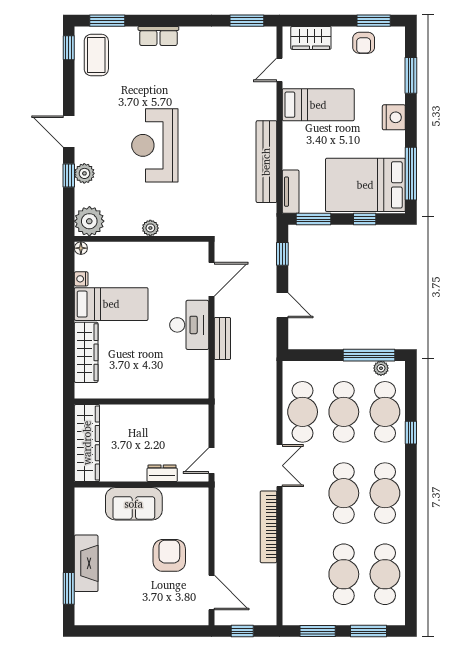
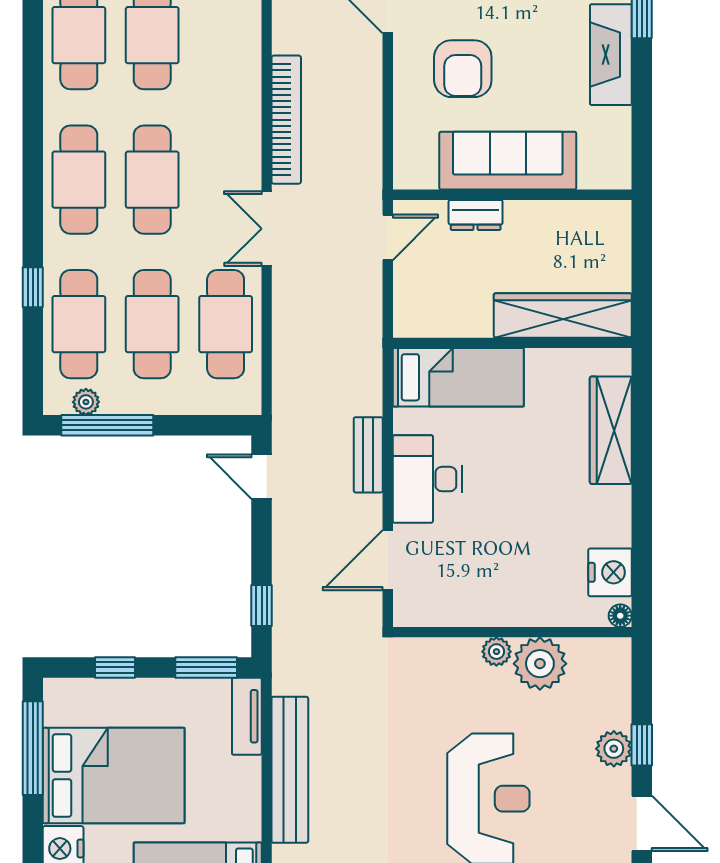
bed: (365, 185) -> (114, 776), moved
plant: (89, 221) -> (540, 664), moved
nightstand: (81, 279) -> (610, 572), width x1.89, depth x1.79
bed: (111, 304) -> (458, 377), moved, turned 180
door: (282, 305) -> (262, 477), moved
wardrobe: (87, 443) -> (563, 315), moved, turned 90
sofa: (134, 504) -> (508, 161), width x1.36

